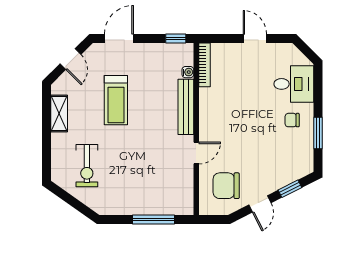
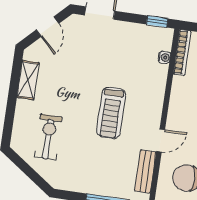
treadmill: (116, 100) -> (111, 113), moved
bench: (186, 107) -> (145, 171), moved, width x0.73
exercise bike: (87, 166) -> (48, 137), turned 180

